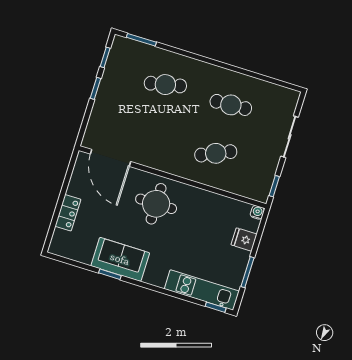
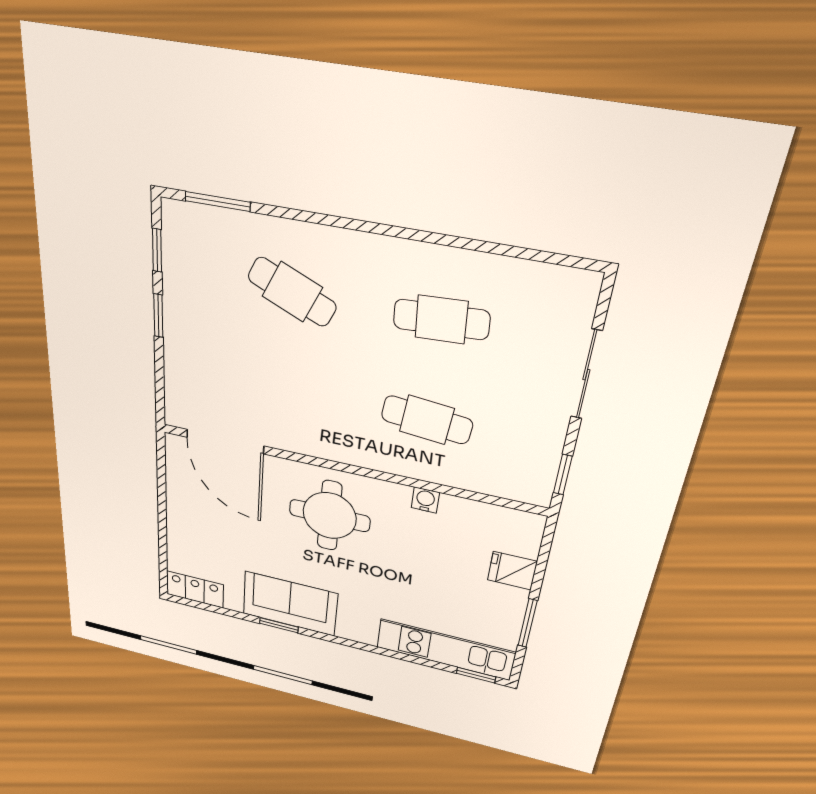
cafe table: (165, 85) -> (292, 292), turned 36
cafe table: (216, 153) -> (427, 420), turned 30
water cooler: (257, 212) -> (425, 500), moved
locker: (68, 213) -> (195, 589), moved, turned -90

